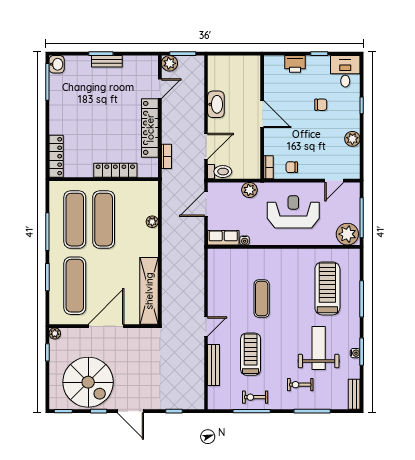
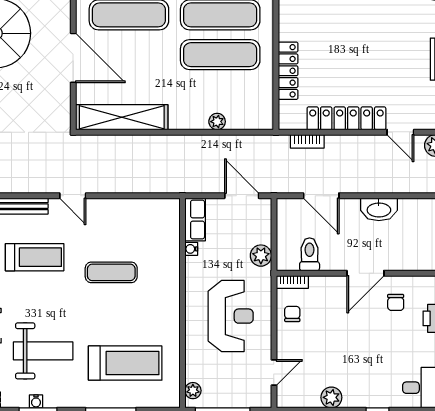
chair: (321, 105) -> (396, 302), moved
toilet: (220, 172) -> (310, 254), moved, turned 180
door: (334, 181) -> (274, 372), swing flipped
plant: (347, 234) -> (193, 391), width x0.53, depth x0.53

